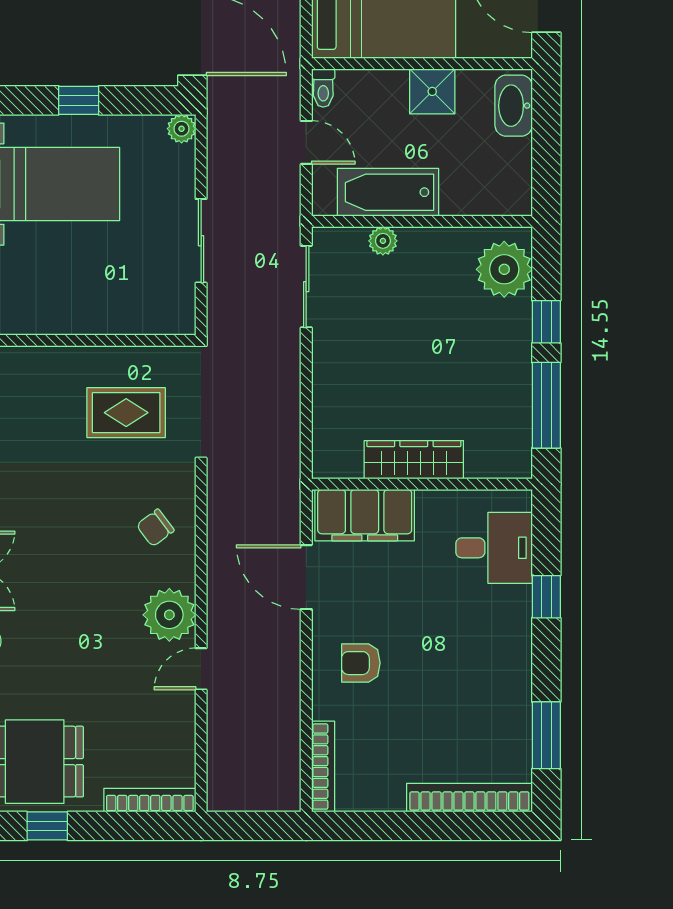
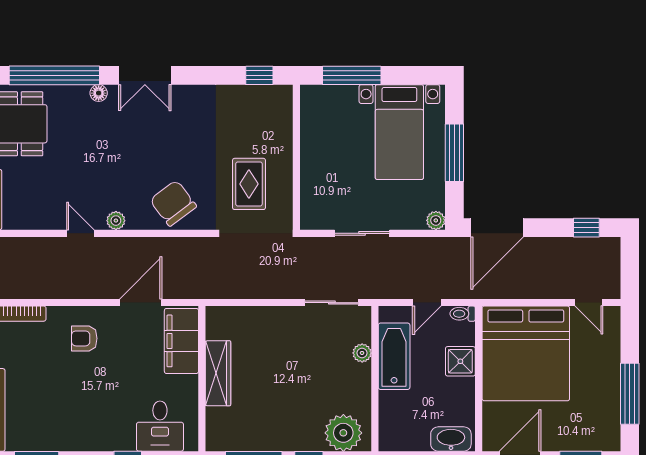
shower: (432, 91) -> (460, 361), moved
window: (79, 100) -> (454, 153), width x2.17
chair: (155, 528) -> (173, 203), width x1.87, depth x1.87
plant: (169, 615) -> (116, 221), width x0.53, depth x0.53
armchair: (361, 663) -> (84, 338), turned -90

